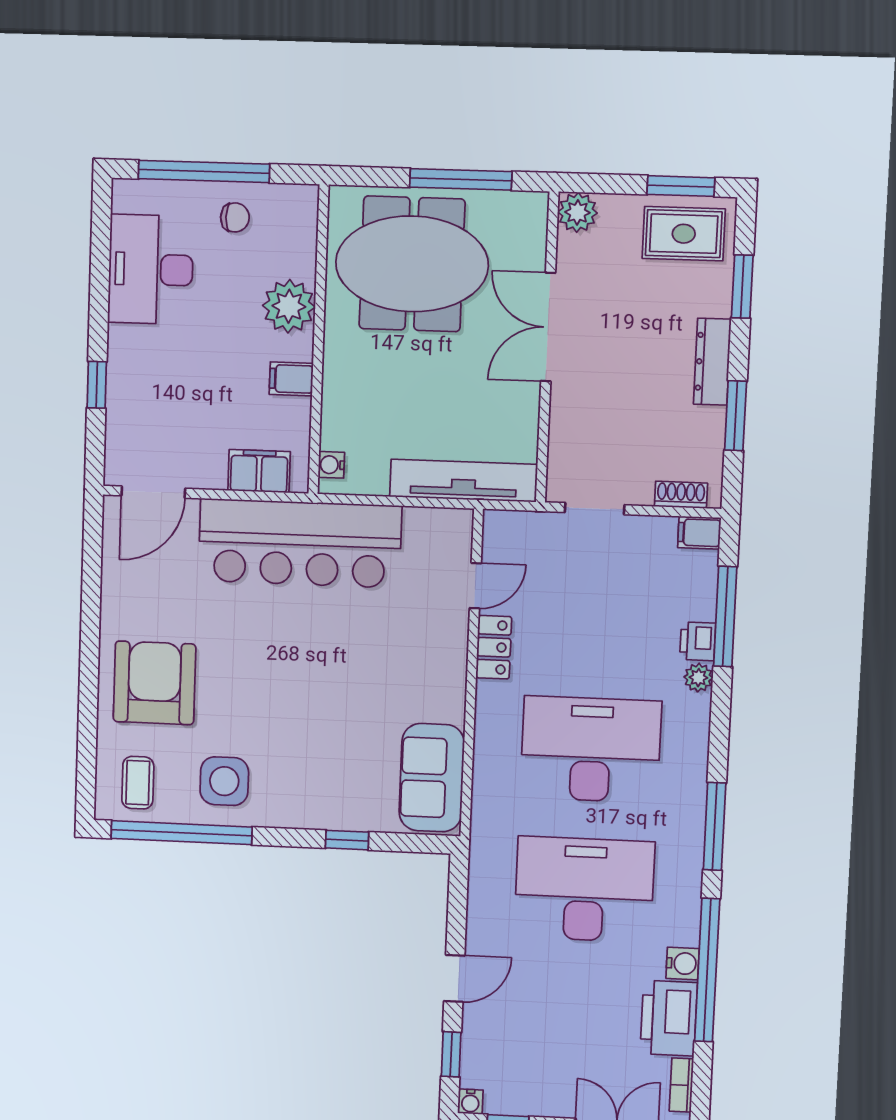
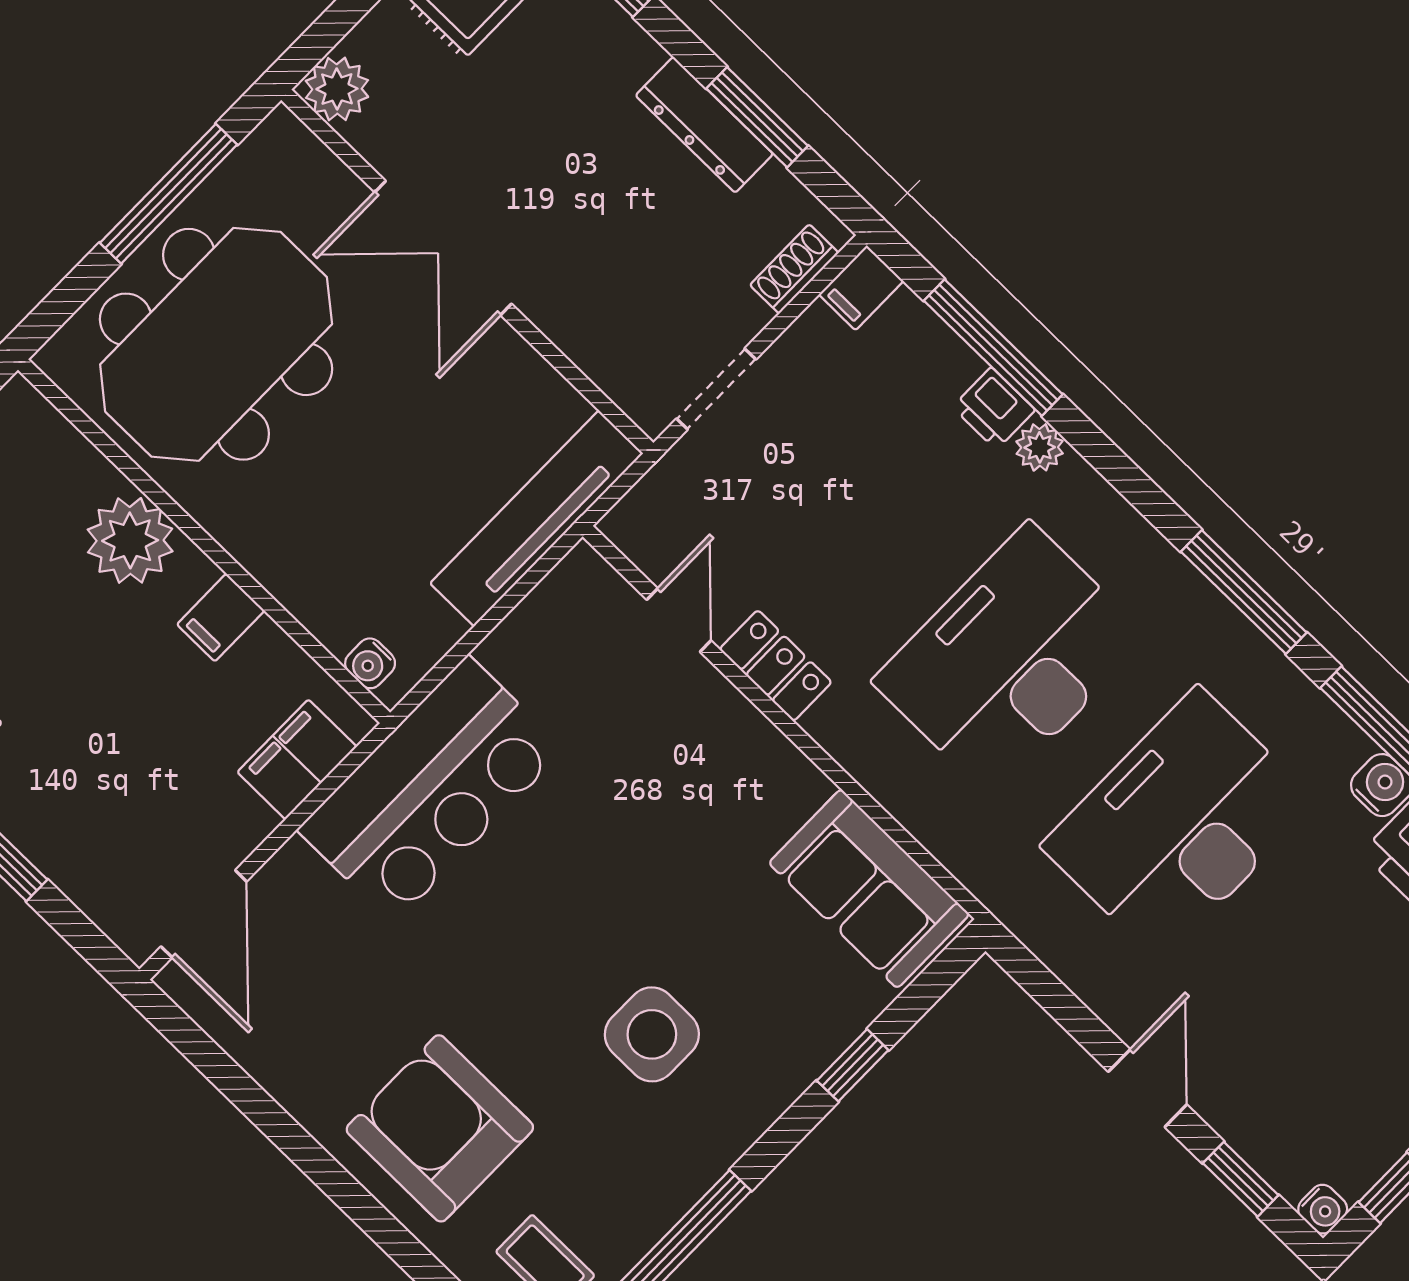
dresser: (712, 362) -> (704, 125), moved
bar counter: (300, 543) -> (431, 790), width x0.73
side table: (224, 781) -> (652, 1034), moved

